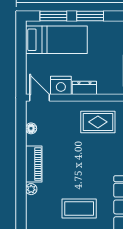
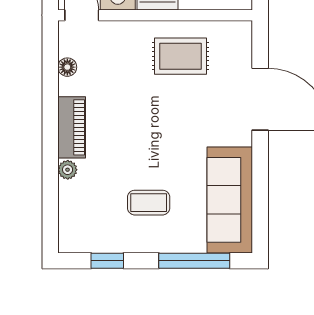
coffee table: (79, 209) -> (149, 203), width x0.73, depth x0.77

